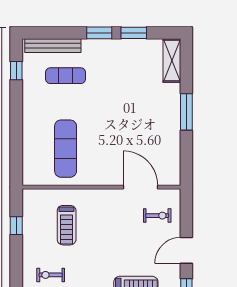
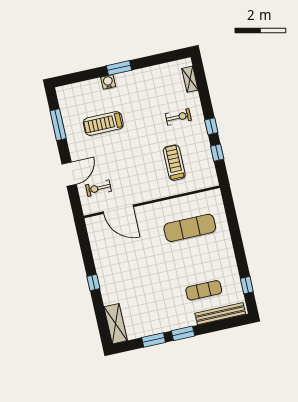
window: (186, 112) -> (93, 282), width x0.46
exercise mat: (66, 149) -> (190, 228), turned 90
door: (186, 250) -> (69, 174), moved
window: (16, 256) -> (211, 126), added

